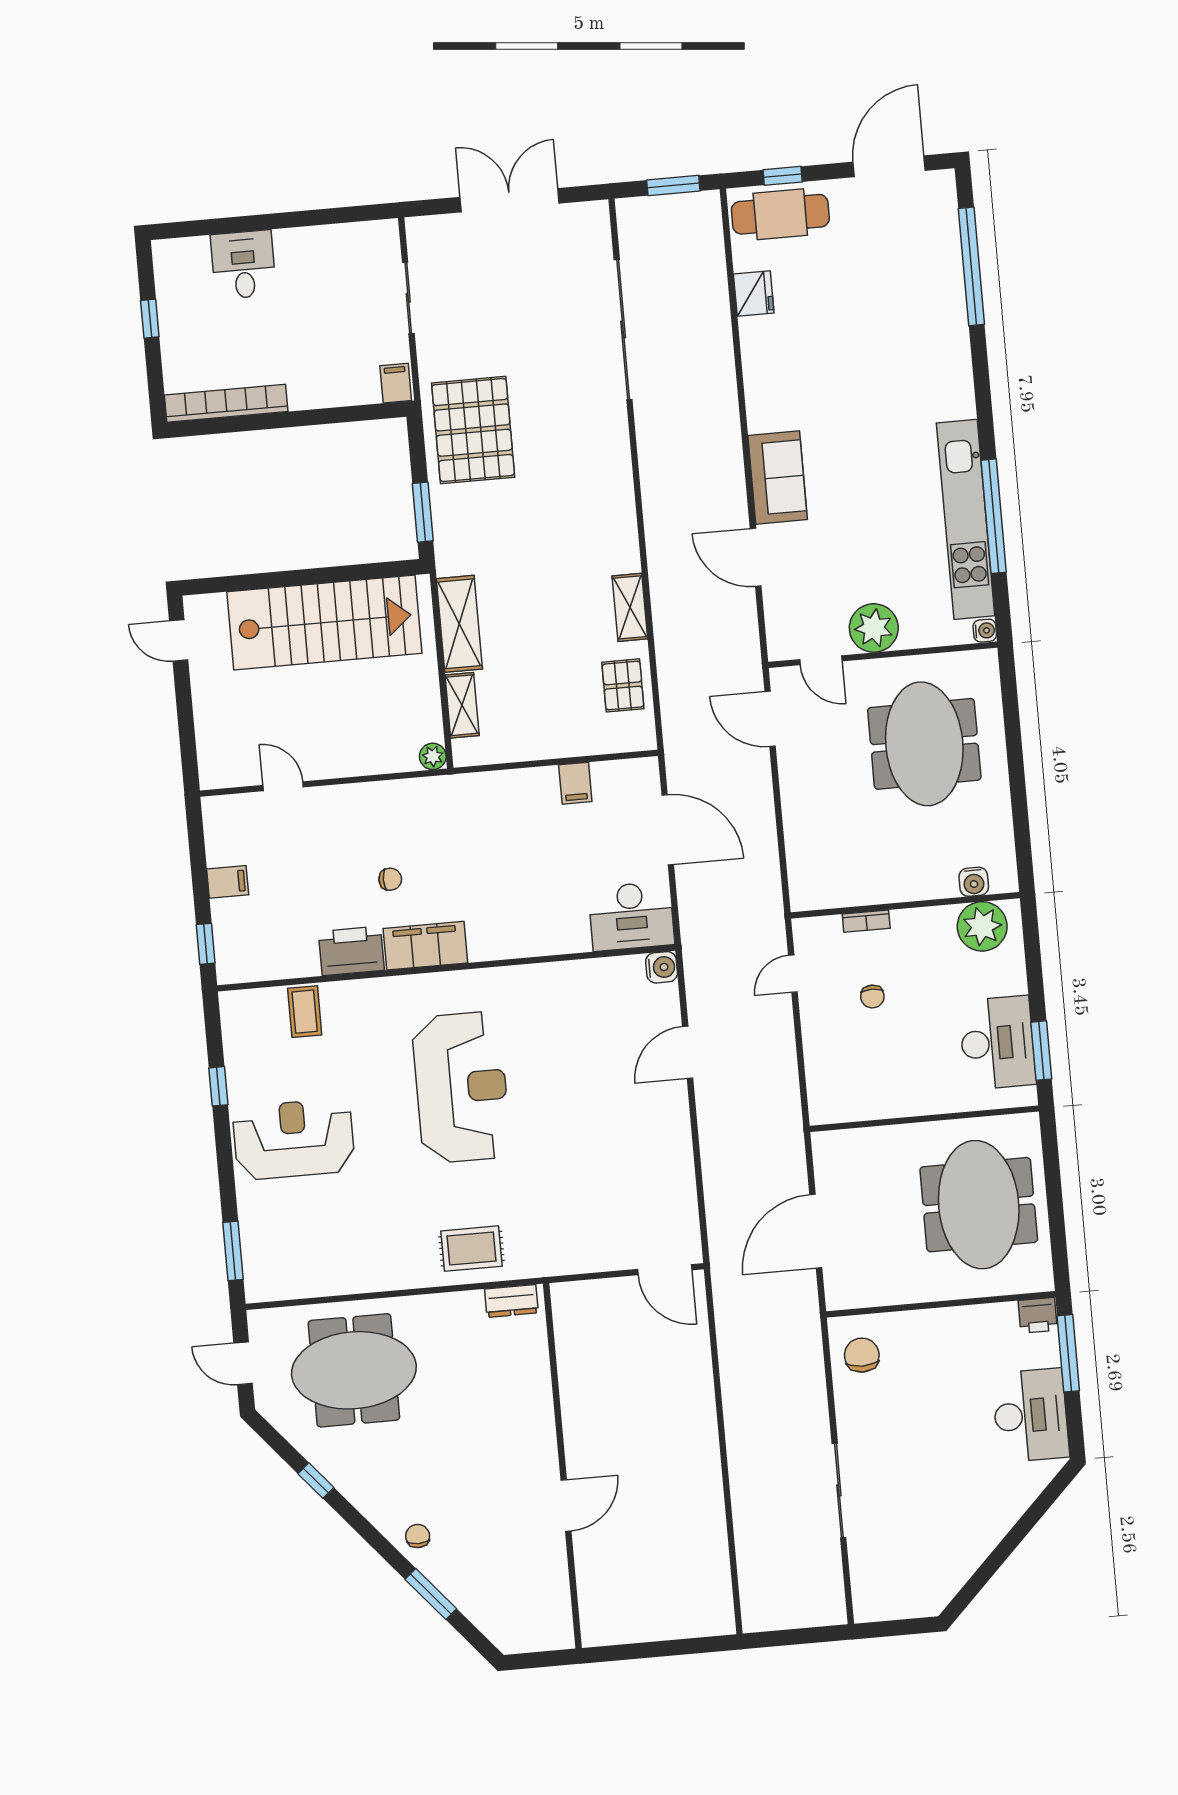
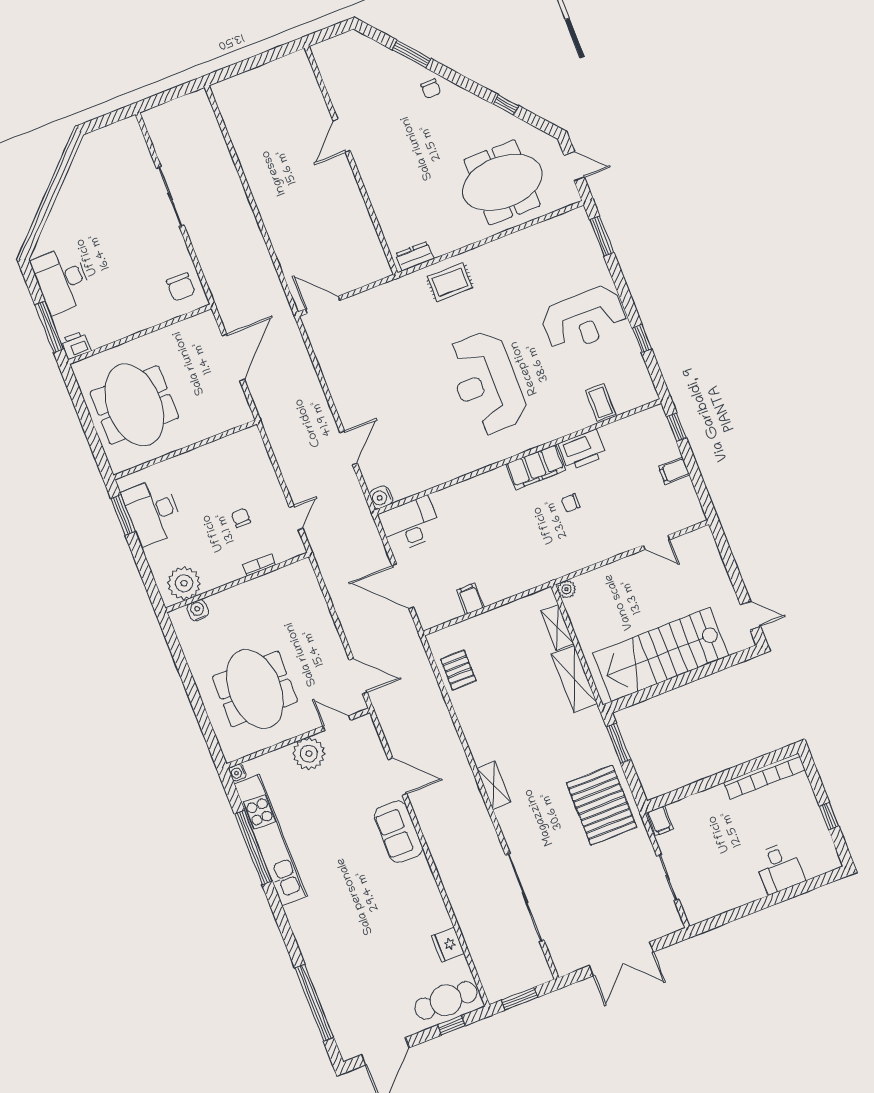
shelving: (630, 607) -> (494, 785), moved

